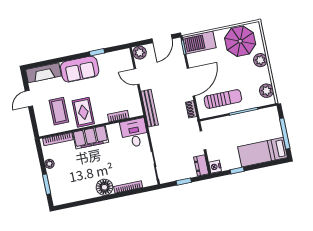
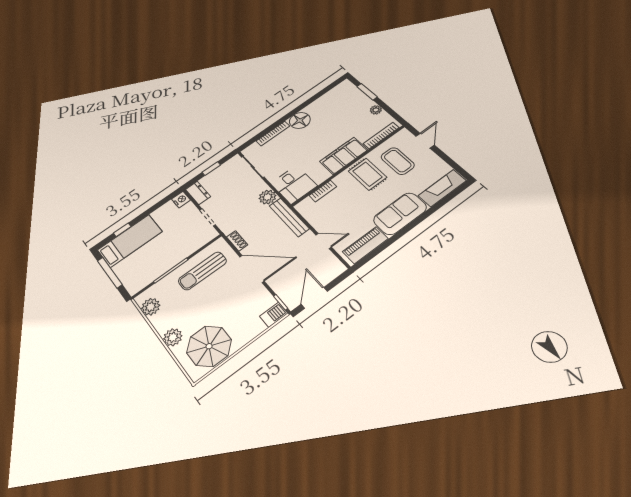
barbecue: (199, 42) -> (274, 315), width x0.53, depth x0.65
window: (97, 52) -> (390, 242), removed
plant: (140, 53) -> (267, 197), moved
piano: (113, 58) -> (365, 245), added
door: (191, 82) -> (252, 269), swing flipped
door: (29, 99) -> (425, 141), moved
window: (237, 171) -> (122, 230), moved

